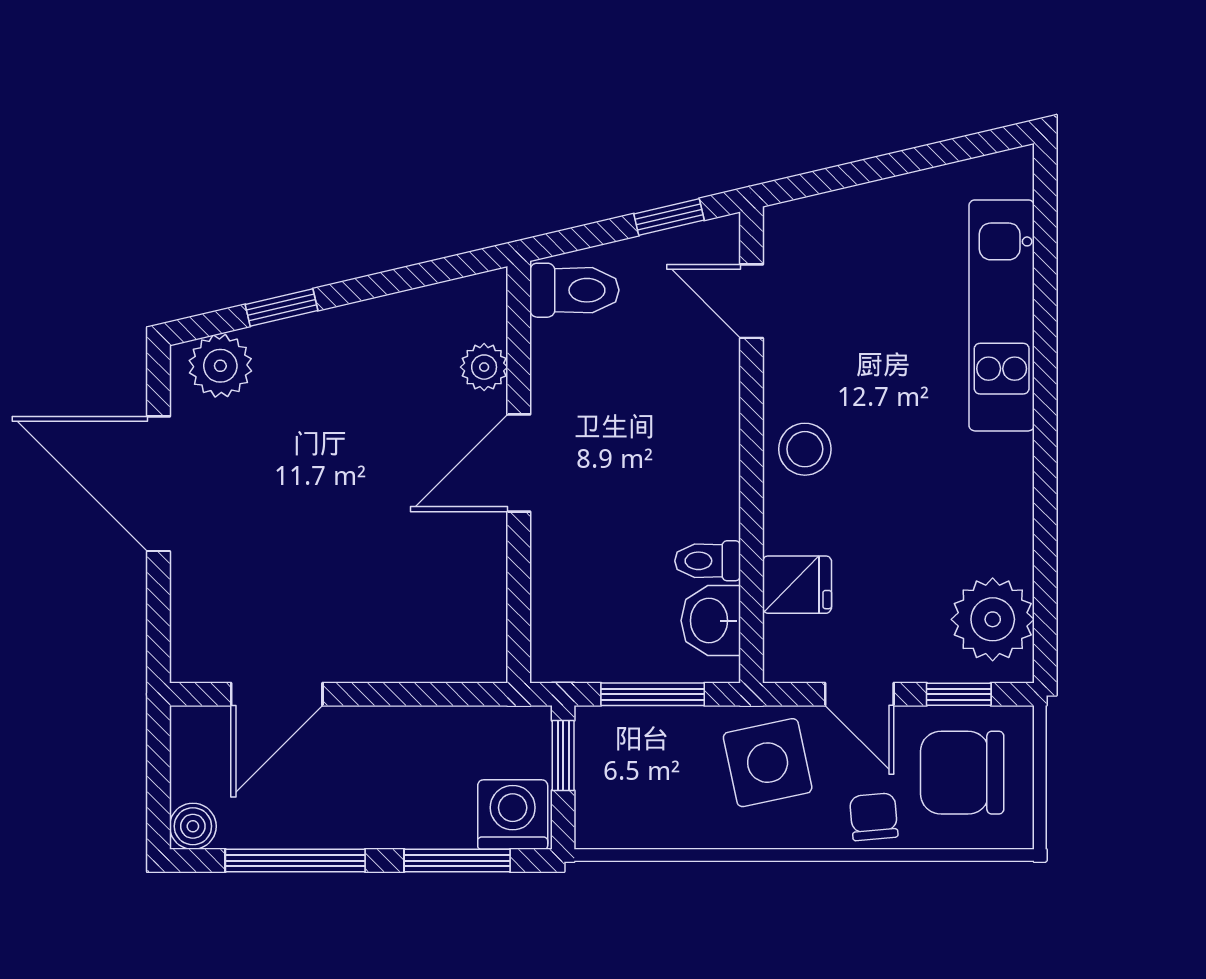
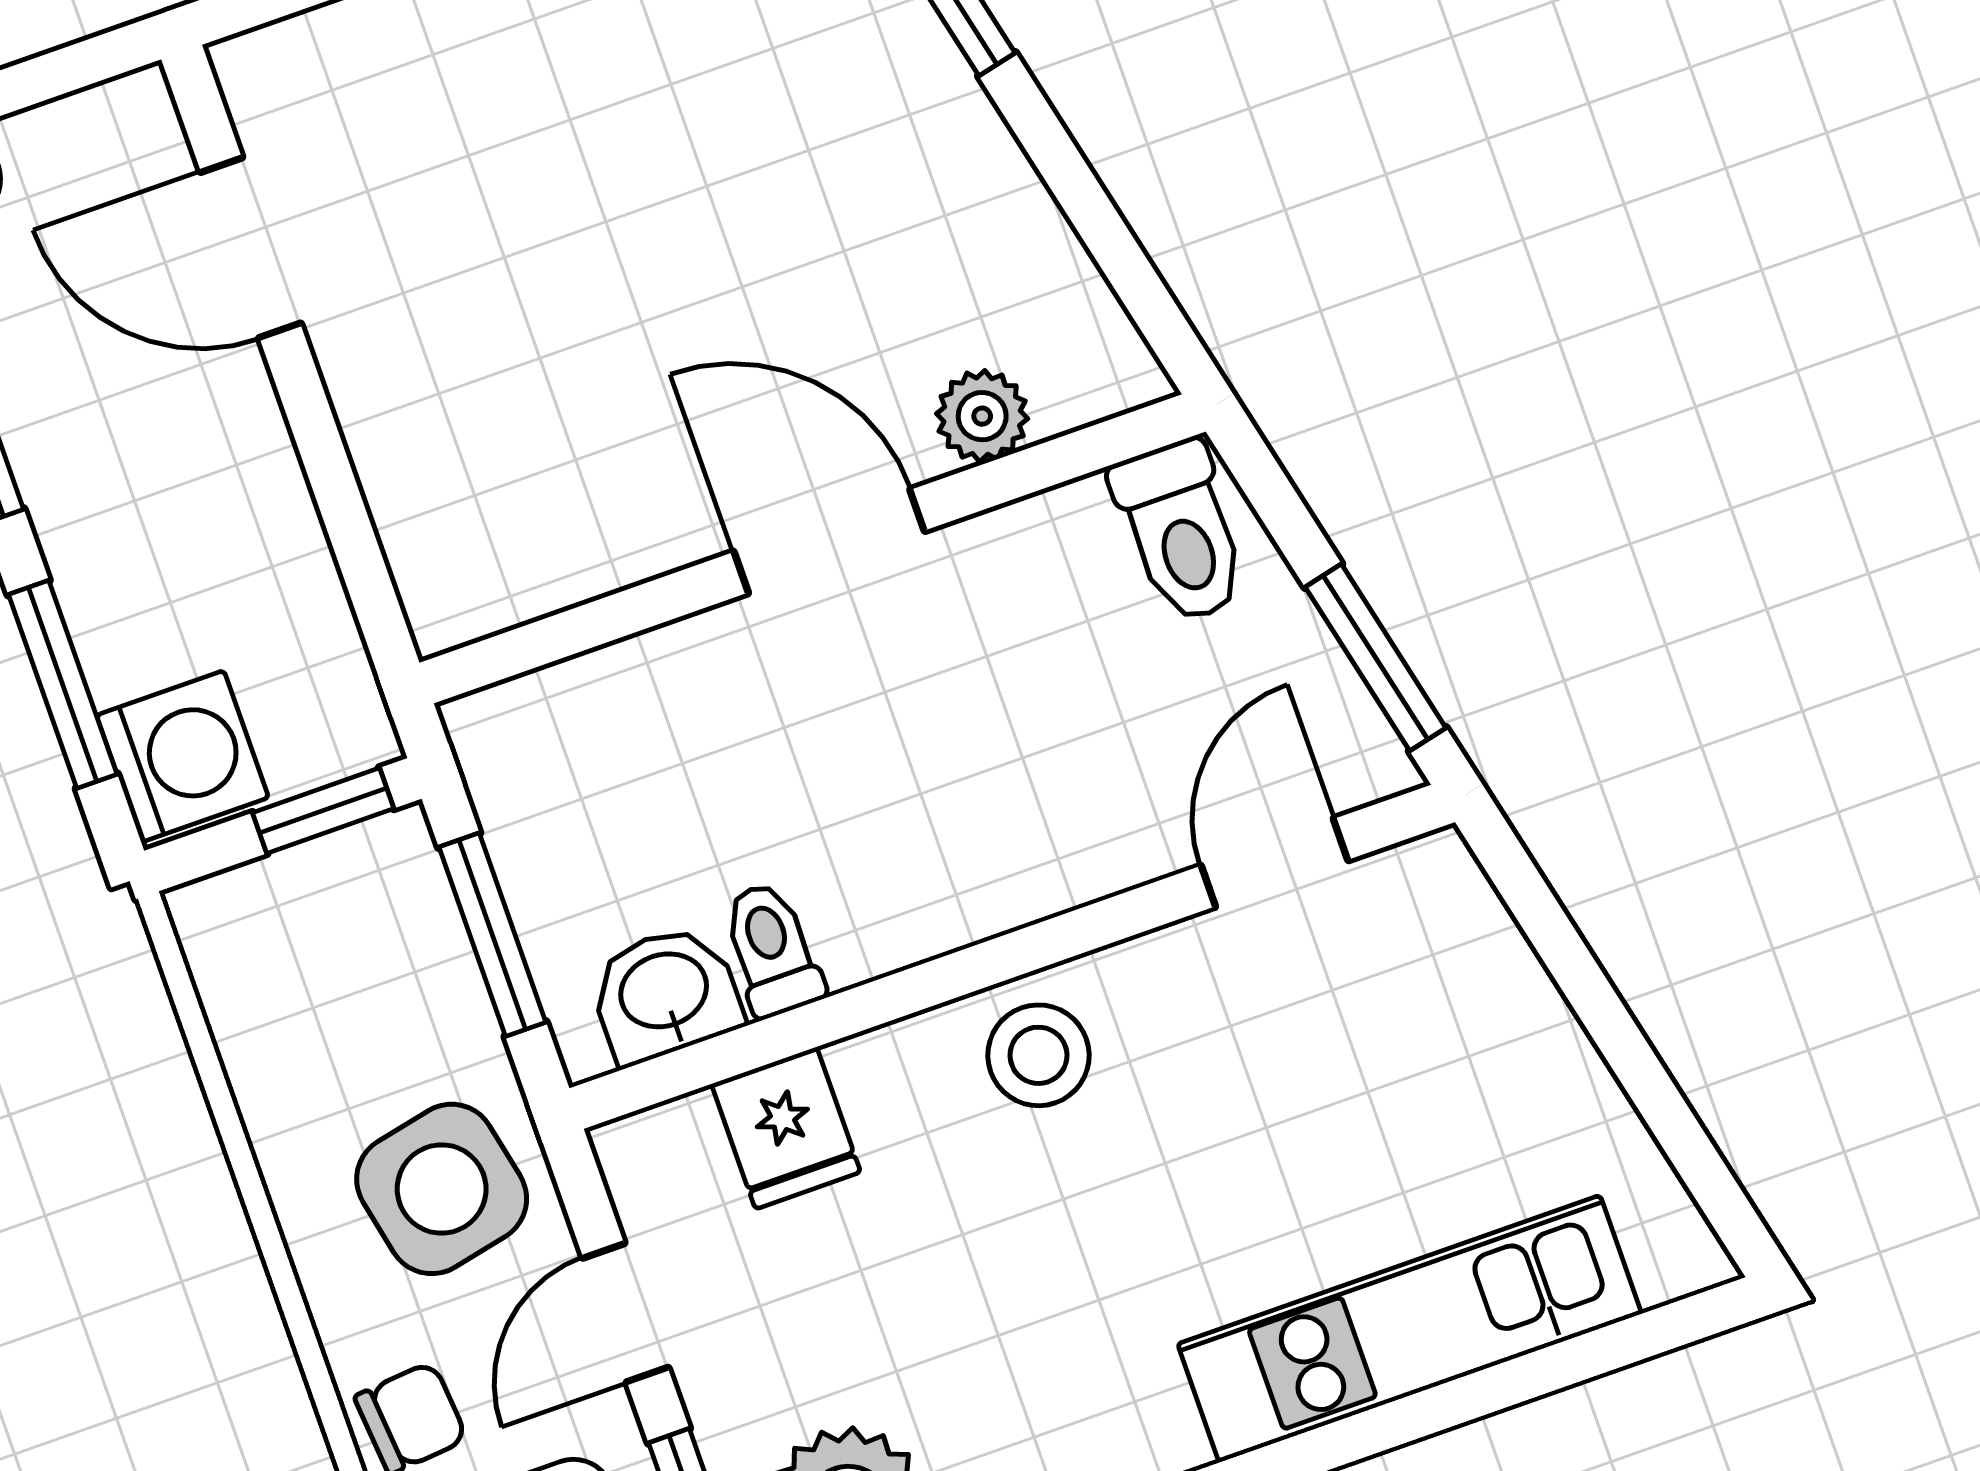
window: (669, 217) -> (1376, 657), width x1.50

